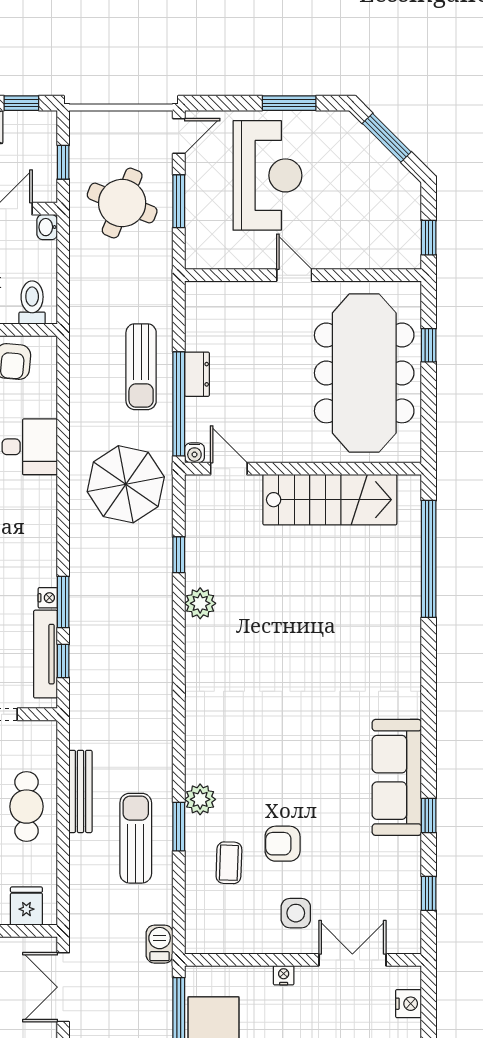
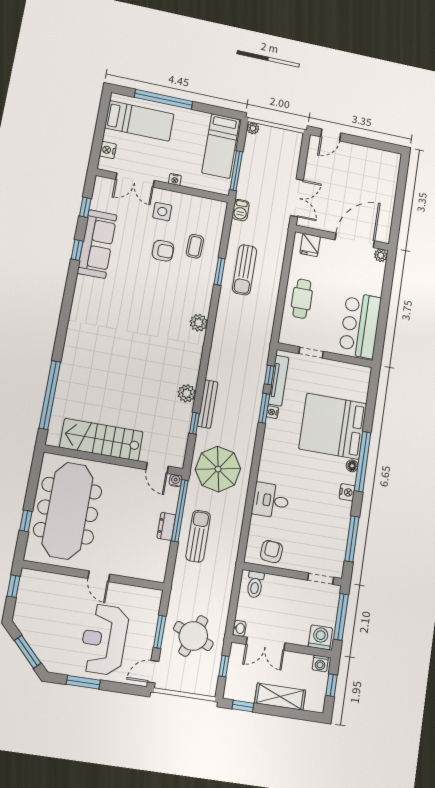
sofa: (397, 777) -> (97, 244), moved
bench: (81, 791) -> (208, 404), moved
plant: (200, 799) -> (199, 323), moved

